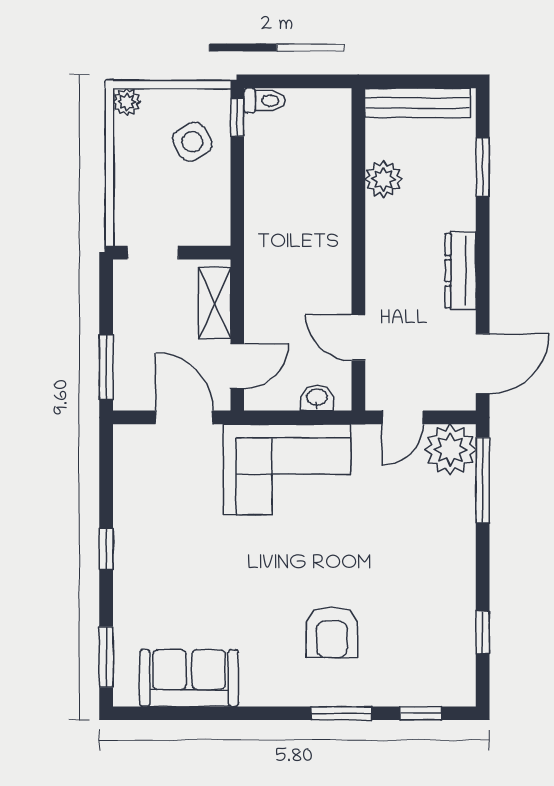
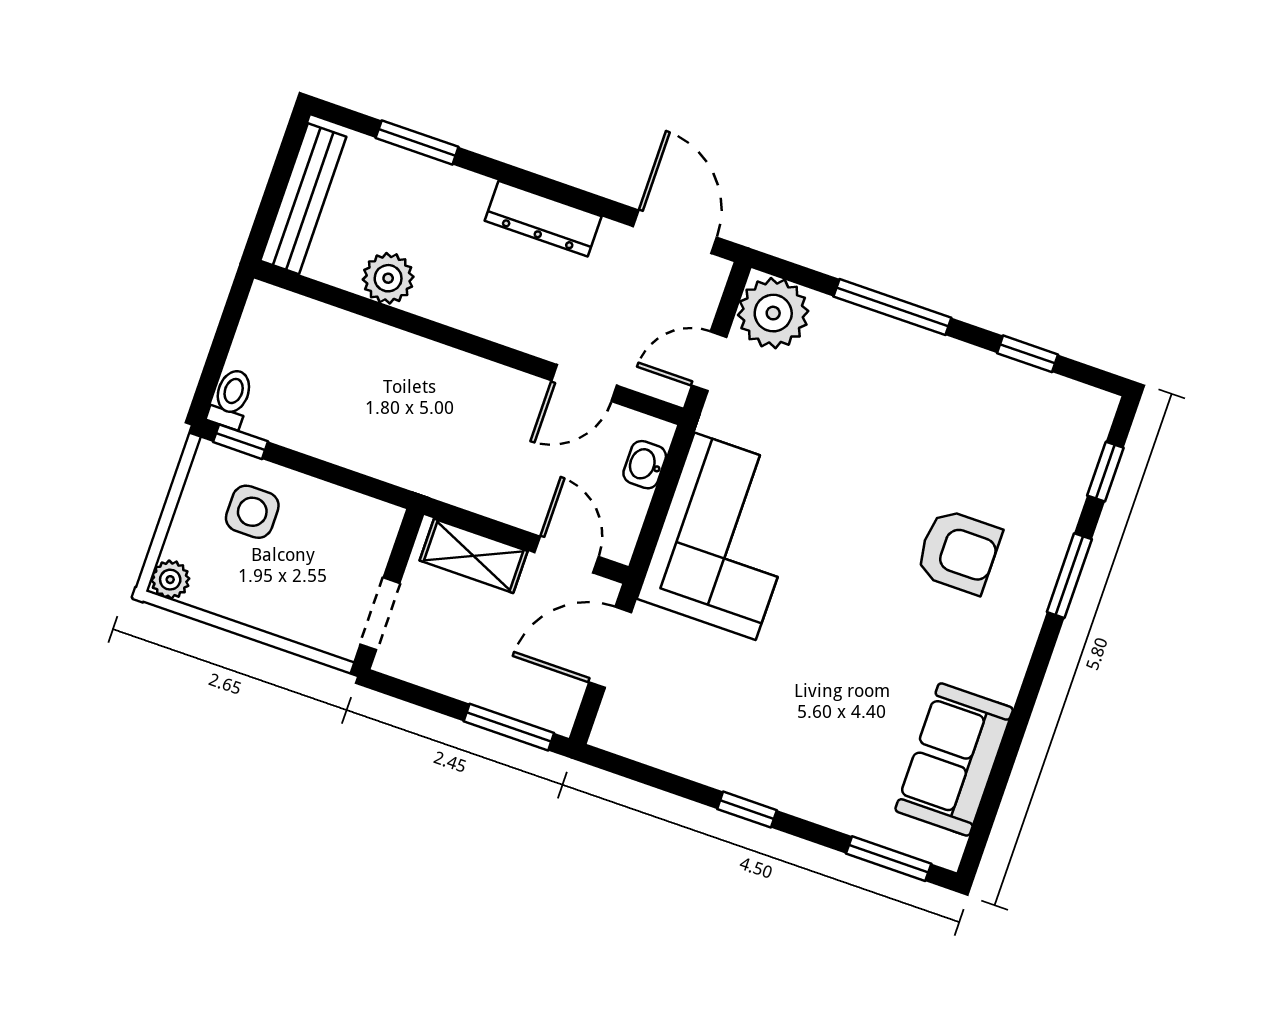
side table: (192, 142) -> (252, 512), turned 30
door: (403, 417) -> (709, 361), swing flipped
window: (483, 480) -> (892, 307), moved

